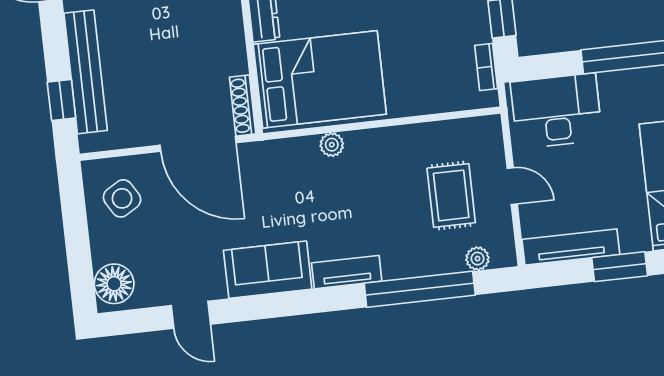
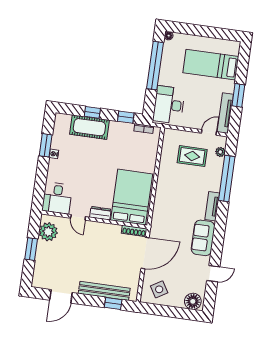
plant: (332, 145) -> (159, 199), removed
door: (512, 186) -> (209, 132), moved

